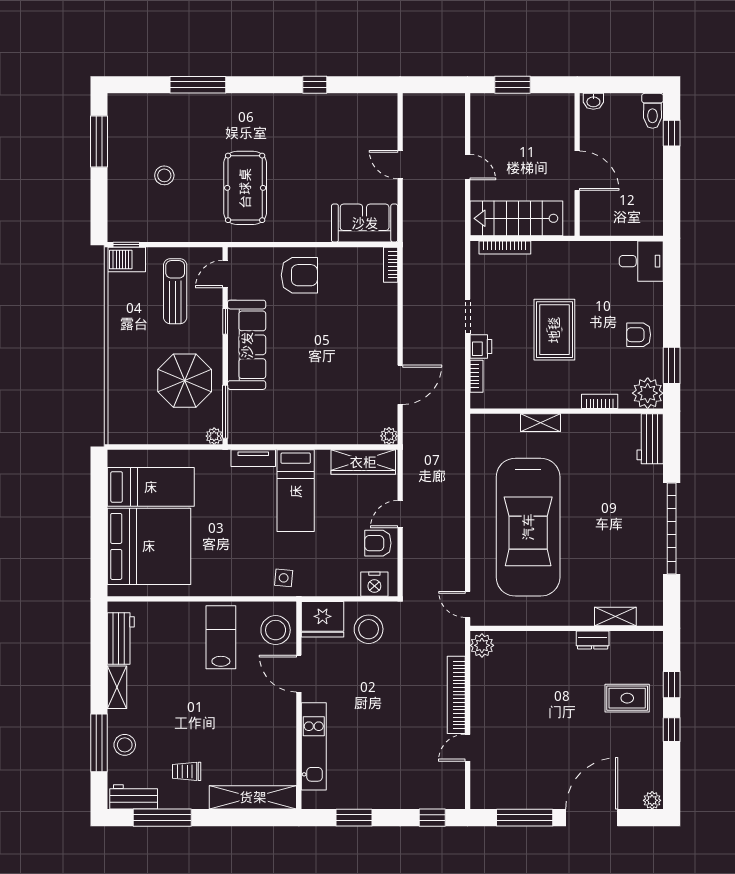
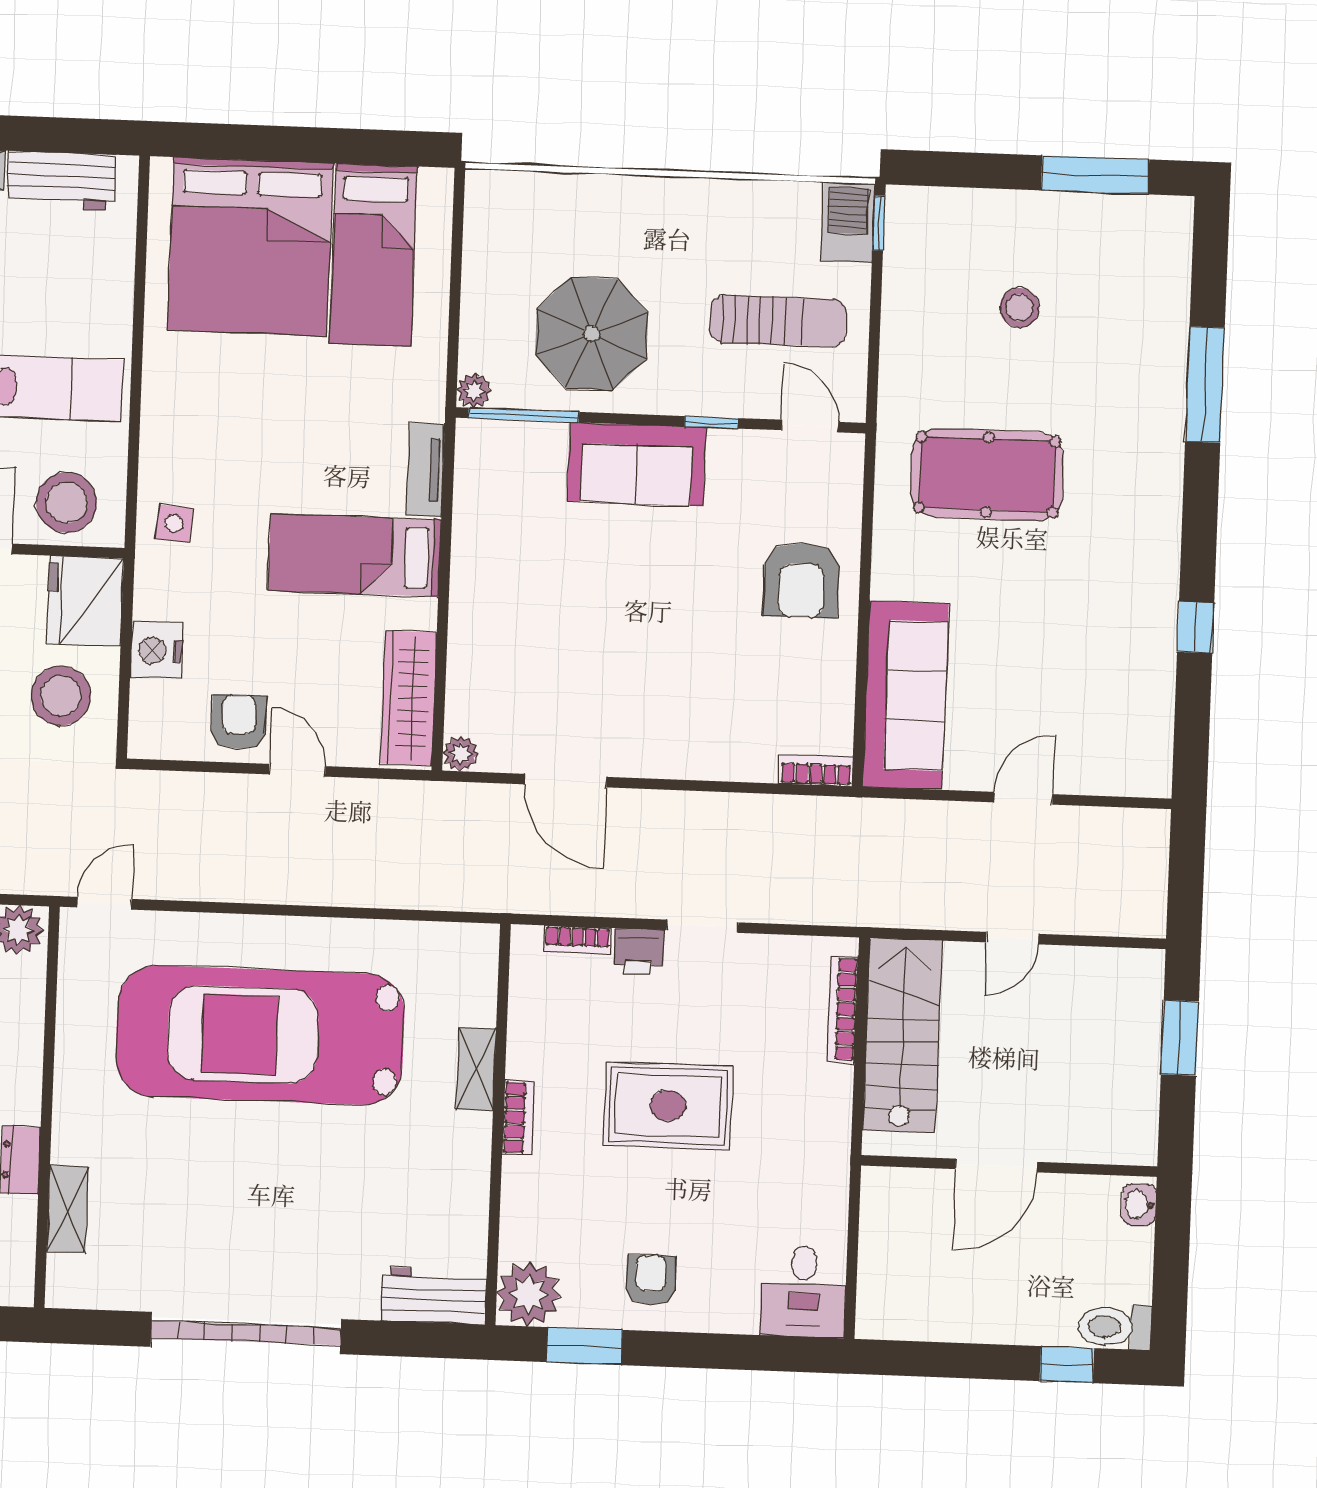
sofa: (365, 223) -> (906, 695), width x1.36
sofa: (247, 345) -> (637, 464), width x0.73
bookcase: (600, 401) -> (518, 1118), moved
nightstand: (374, 584) -> (156, 650), moved

